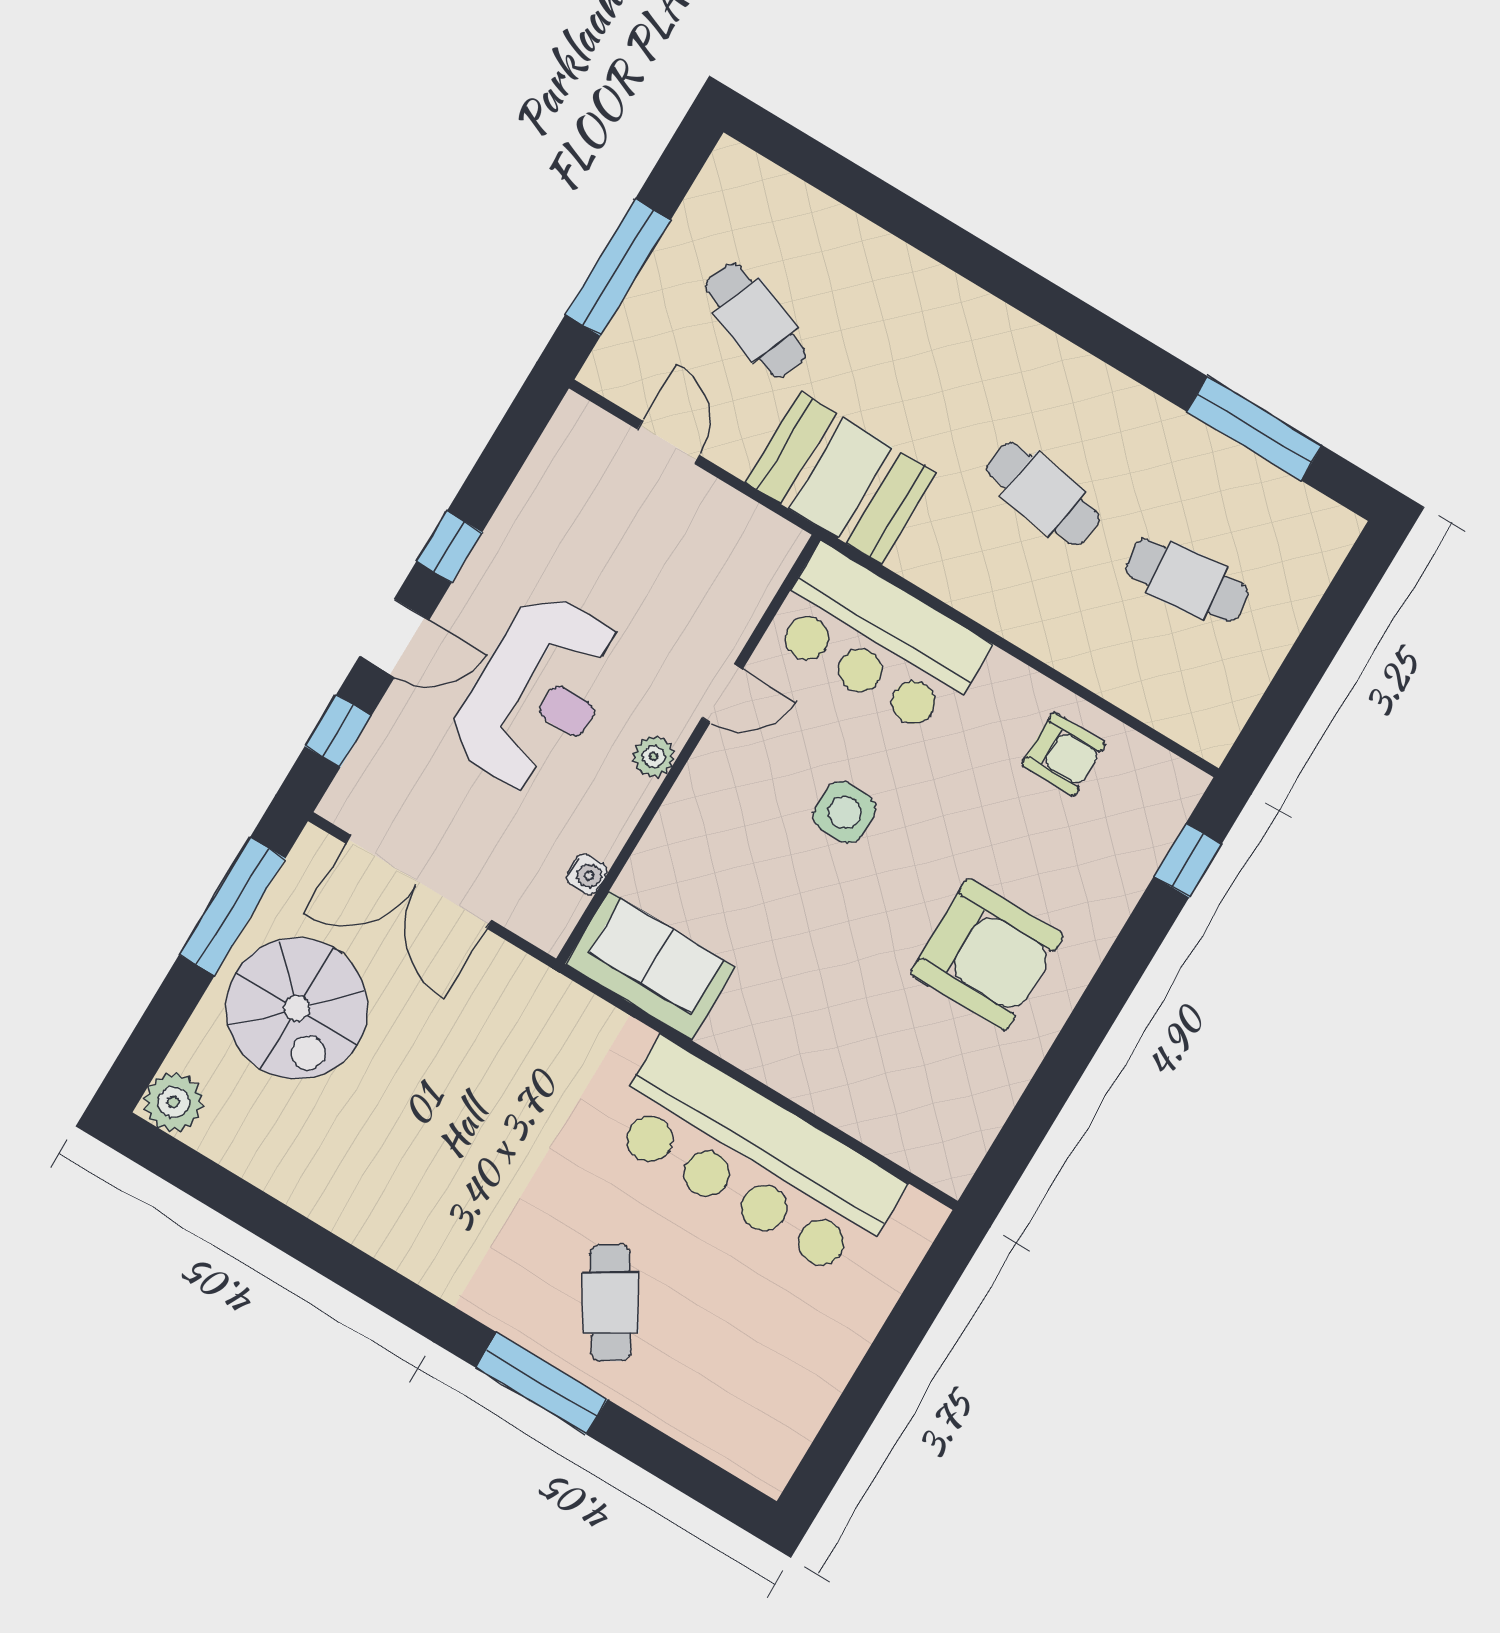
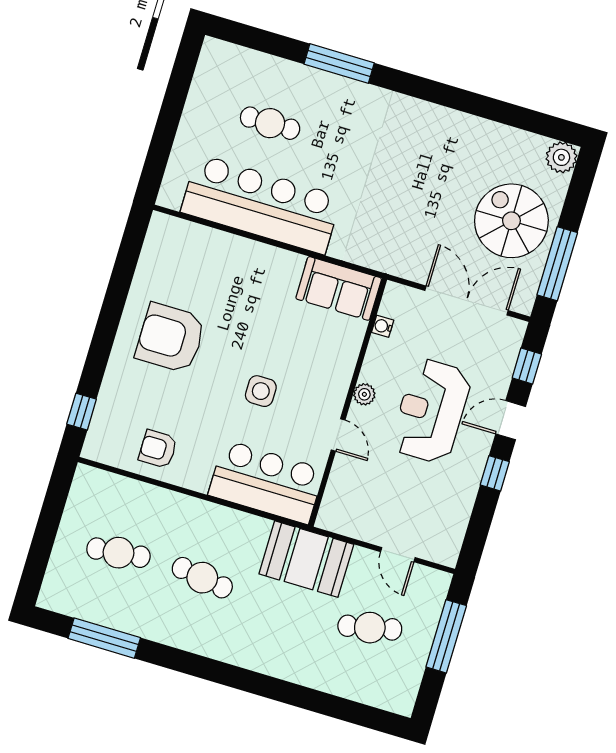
cafe table: (756, 320) -> (370, 628), turned -33
door: (722, 693) -> (338, 435), swing flipped
cafe table: (611, 1303) -> (270, 123), moved, turned -58

